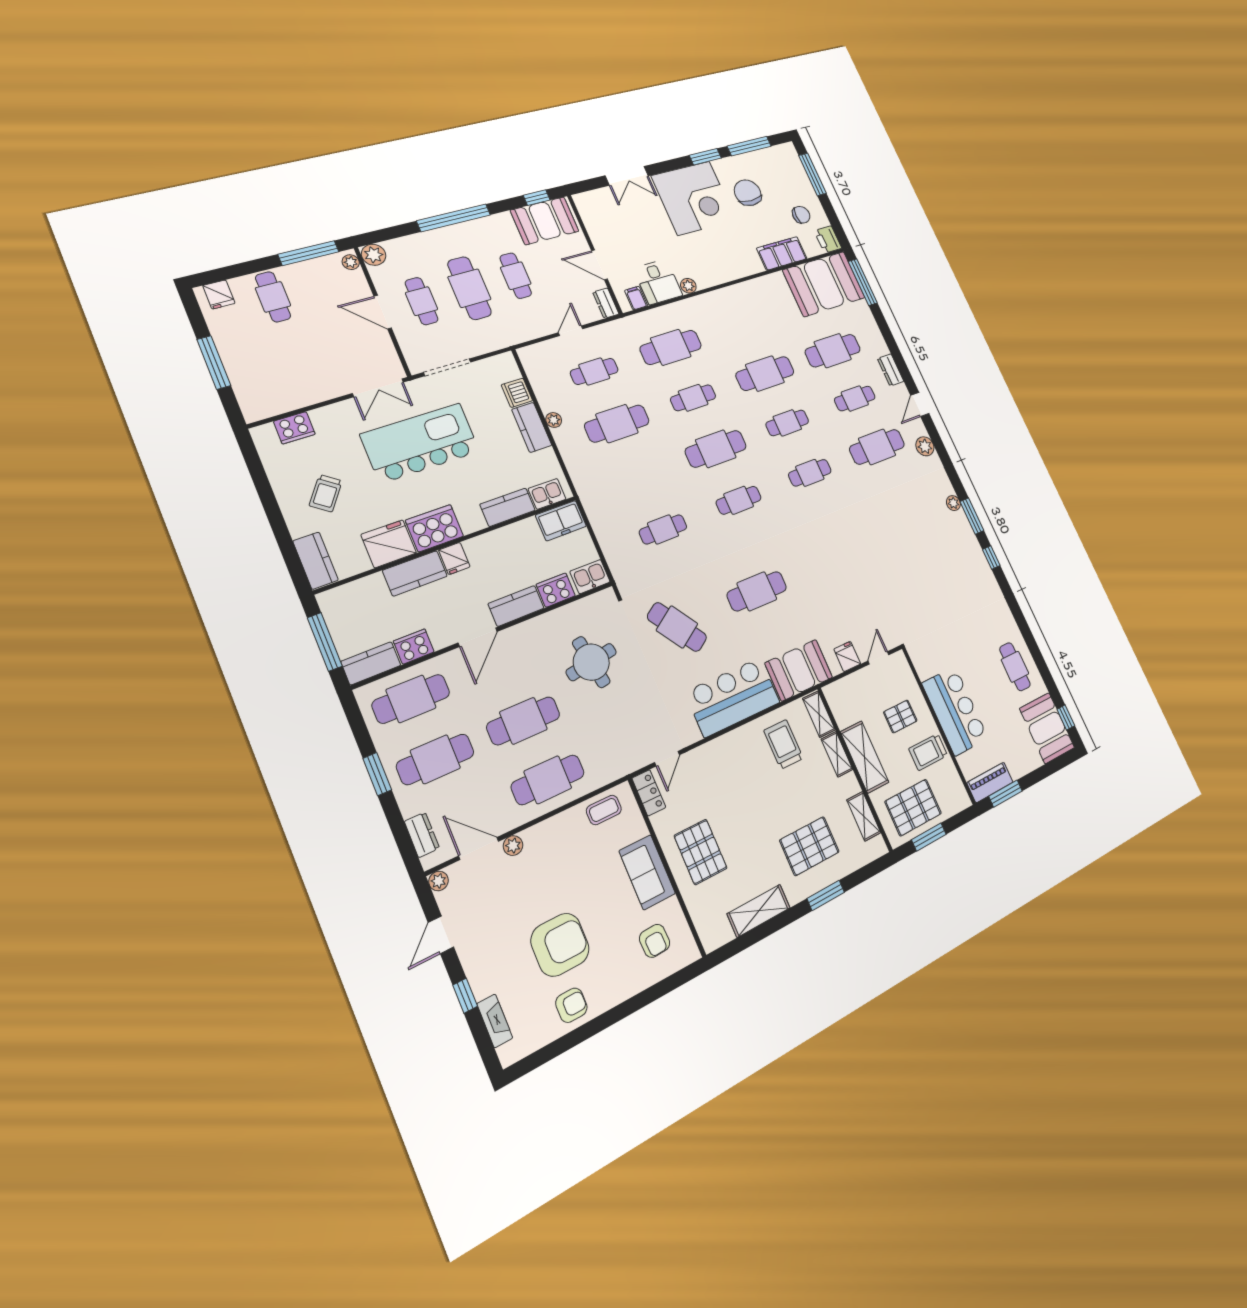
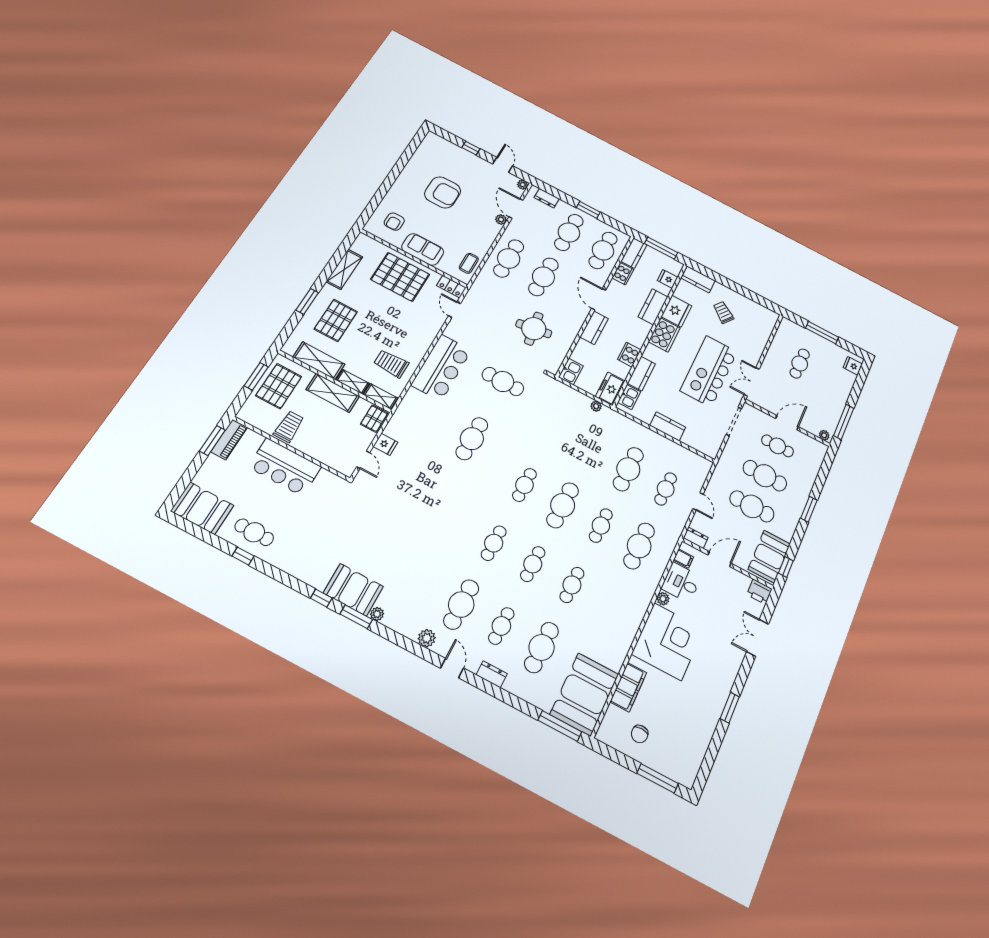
window: (749, 146) -> (713, 751), removed
chair: (748, 193) -> (684, 711), removed
corner desk: (694, 198) -> (668, 642), moved, turned 180
window: (454, 218) -> (809, 509), width x0.47
printer: (828, 239) -> (759, 592), moved, turned 180
plant: (374, 255) -> (820, 449), removed
cafe table: (516, 276) -> (752, 506), width x1.37, depth x1.35
cafe table: (273, 297) -> (800, 363), moved, turned 90
cafe table: (765, 374) -> (572, 585), width x0.73, depth x0.74
dishwasher: (517, 393) -> (691, 439), removed
plant: (554, 420) -> (596, 406), moved
cooker: (294, 428) -> (764, 331), removed
kitchen island: (420, 443) -> (709, 371), turned 180
cafe table: (663, 529) -> (554, 430), removed
fridge: (454, 558) -> (668, 279), moved
cooker: (556, 590) -> (629, 355), moved, turned 180
cafe table: (677, 627) -> (503, 382), turned 34
booth: (799, 670) -> (353, 590), moved, turned 90
pallet: (900, 716) -> (374, 419), moved
window: (1066, 718) -> (243, 556), moved
trolley: (783, 744) -> (391, 364), turned 180
shelving: (864, 816) -> (319, 361), width x1.50, depth x1.33
door: (479, 849) -> (516, 208), swing flipped
pallet: (701, 852) -> (400, 277), width x1.37, depth x1.41
armchair: (655, 941) -> (394, 222), turned -88
armchair: (560, 945) -> (443, 192), turned -90
armchair: (571, 1005) -> (416, 171), removed
fireplace: (495, 1021) -> (449, 146), removed

